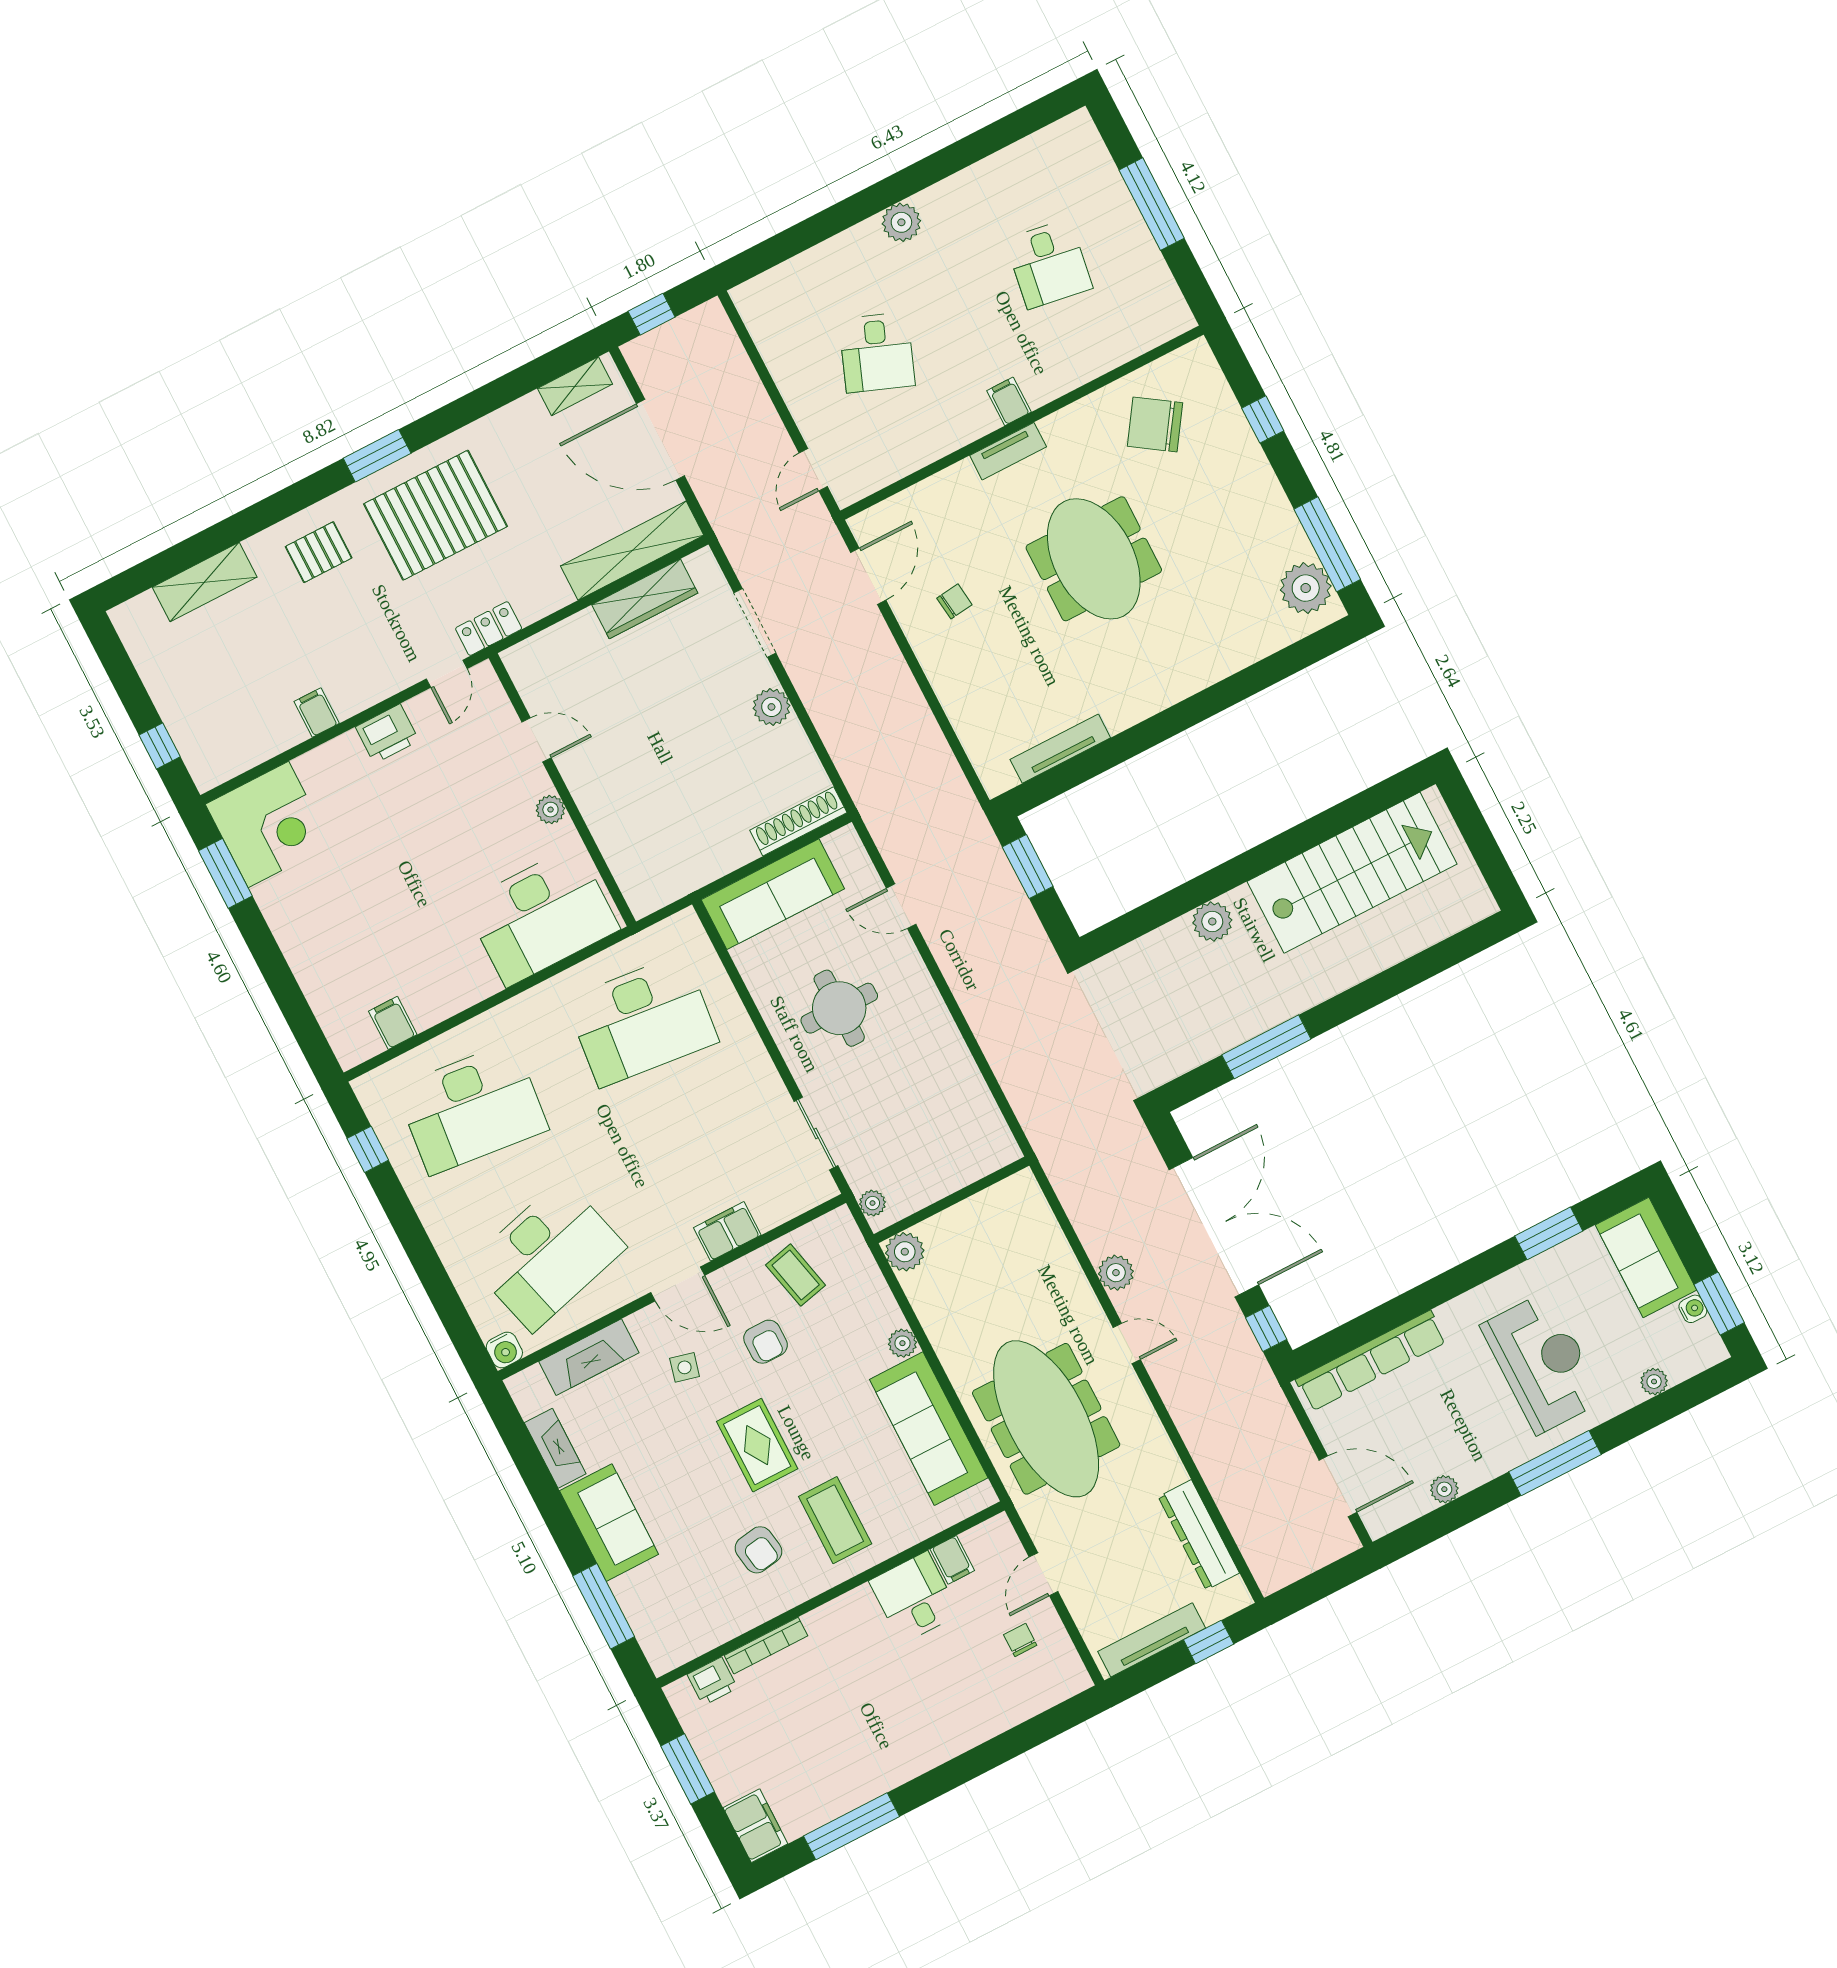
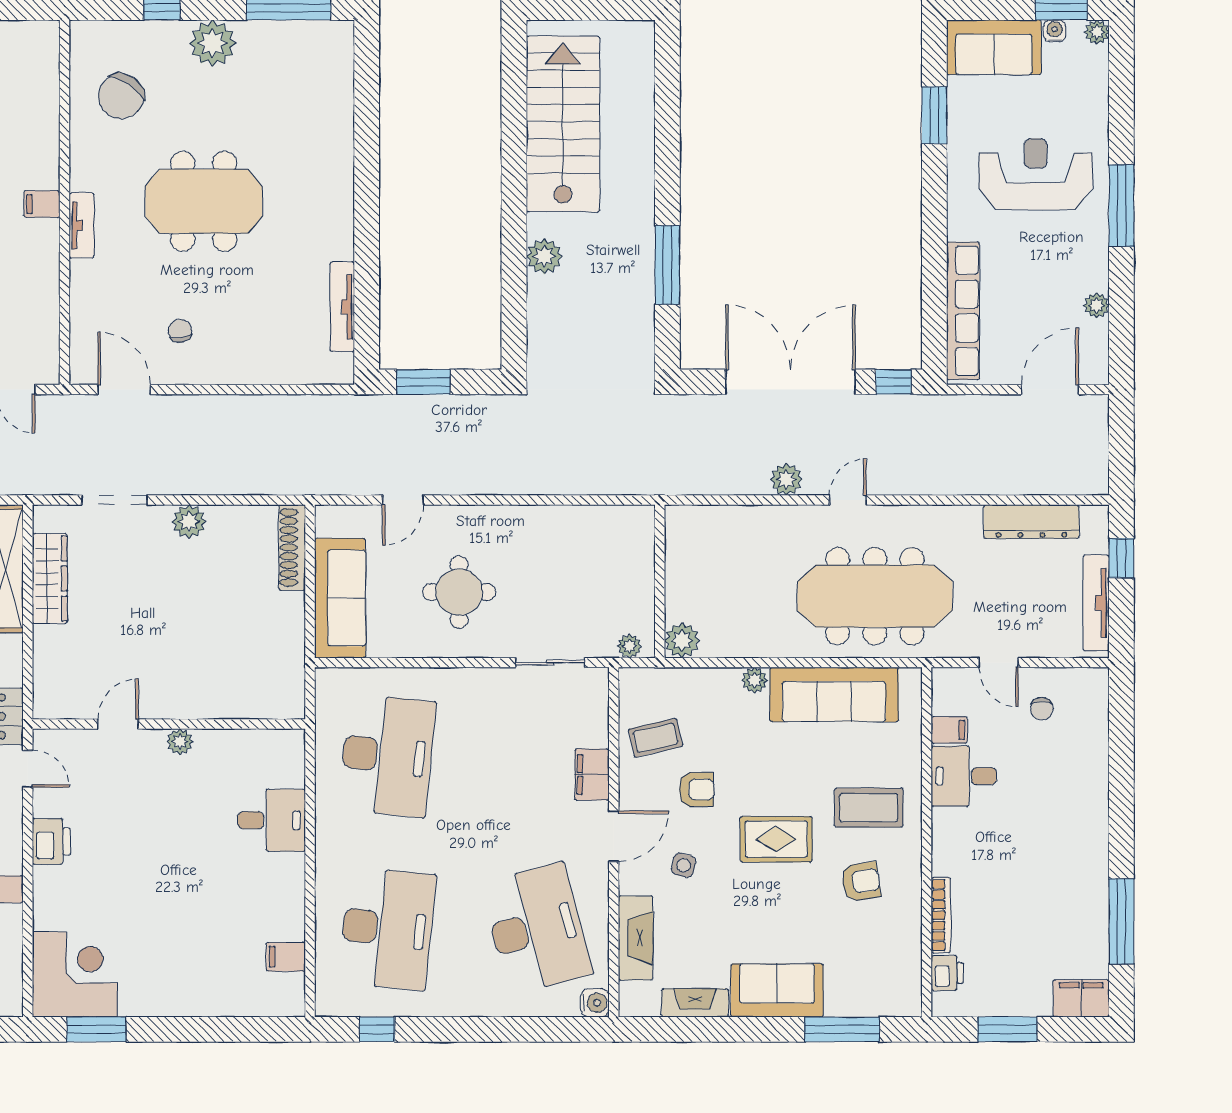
plant: (1306, 588) -> (213, 43), moved
desk: (541, 916) -> (272, 820), width x0.53, depth x0.77
plant: (1654, 1382) -> (1097, 32), moved
chair: (1020, 1640) -> (1042, 709), turned -90

